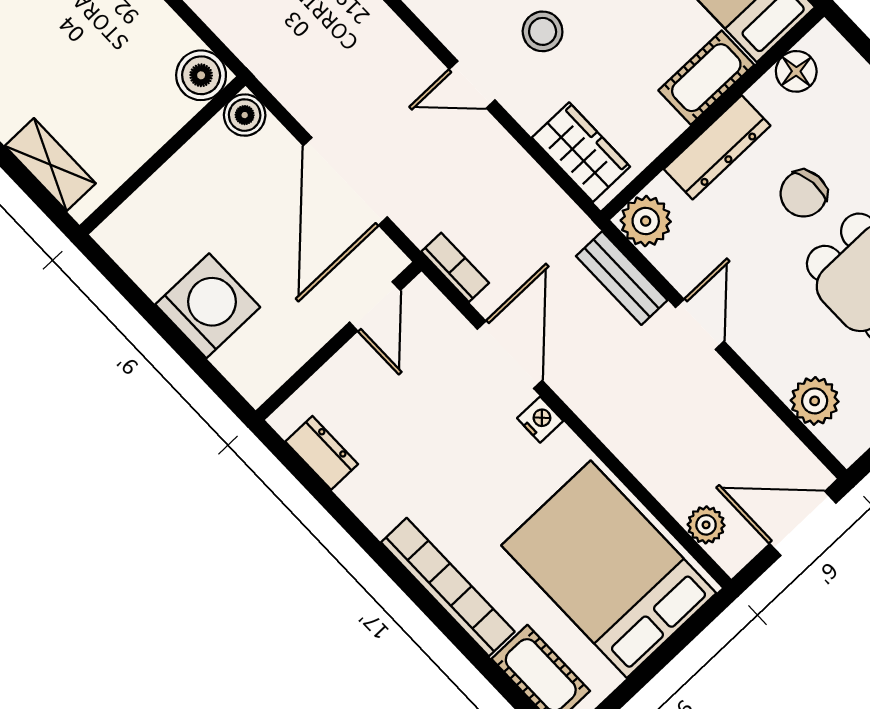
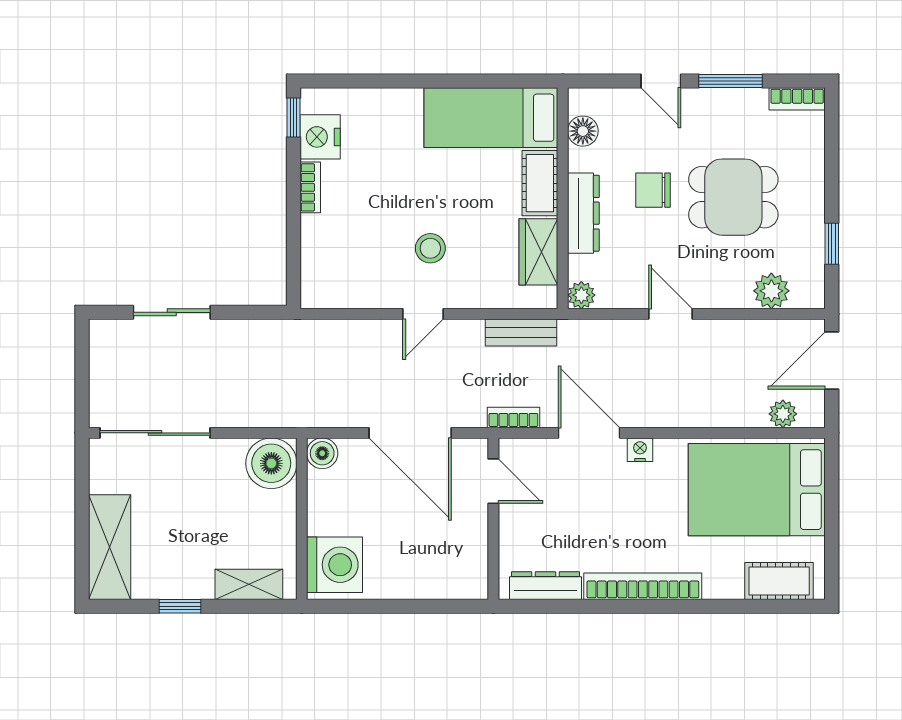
boiler: (201, 75) -> (271, 463), width x1.37, depth x1.37
wardrobe: (581, 152) -> (538, 252), moved, turned -90
chair: (804, 194) -> (653, 190), turned 96
plant: (646, 221) -> (581, 295), width x0.73, depth x0.73
bench: (622, 278) -> (521, 332), moved
washing machine: (208, 306) -> (335, 565), moved, turned 90
dresser: (322, 453) -> (545, 586), width x1.44
bookcase: (448, 587) -> (643, 586), moved

